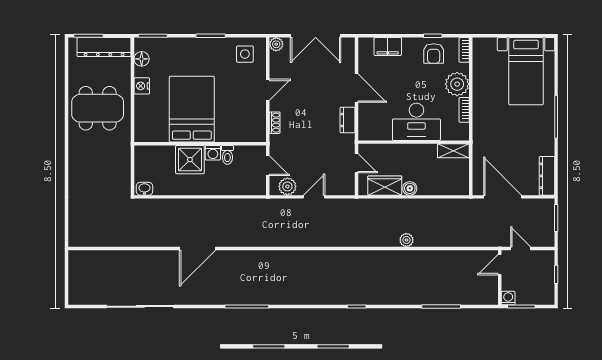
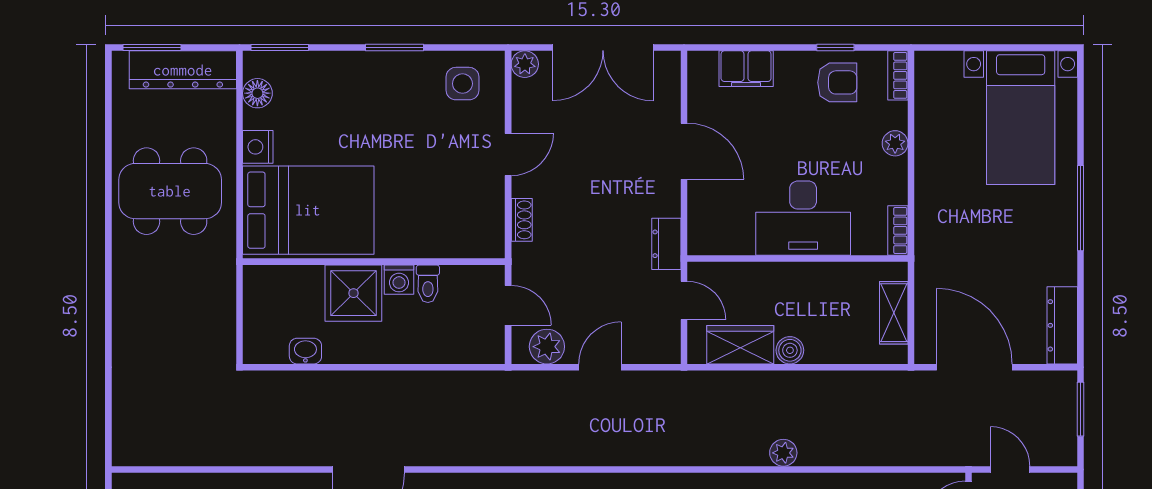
armchair: (434, 53) -> (837, 82), turned -90
plant: (457, 84) -> (895, 143), width x0.53, depth x0.53
bed: (192, 109) -> (308, 210), moved, turned 90
bookcase: (464, 110) -> (898, 230), moved
dresser: (348, 120) -> (666, 244), moved
shelving: (453, 151) -> (894, 313), moved, turned 90
washbasin: (144, 189) -> (305, 351), moved

